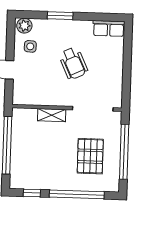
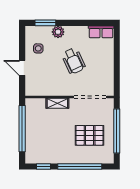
window: (60, 16) -> (45, 23), moved
plant: (24, 26) -> (58, 32), moved
pallet: (90, 156) -> (90, 135), turned 90

